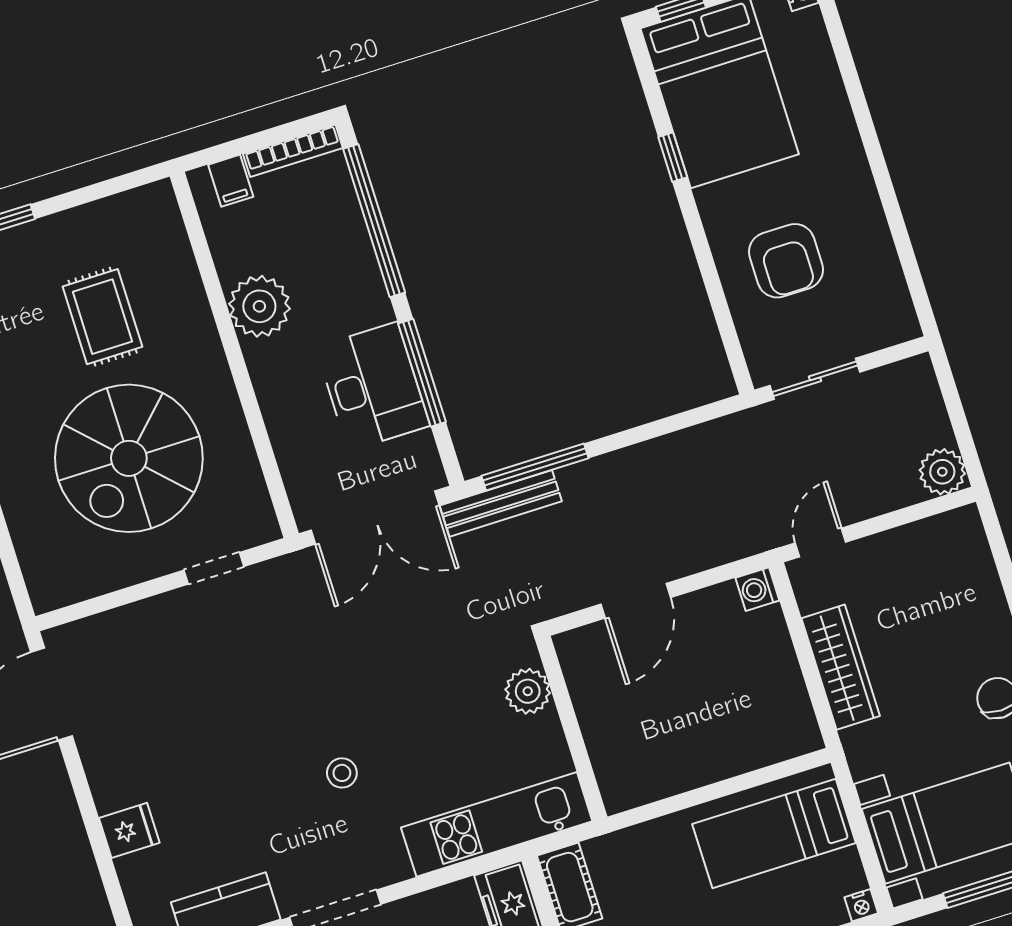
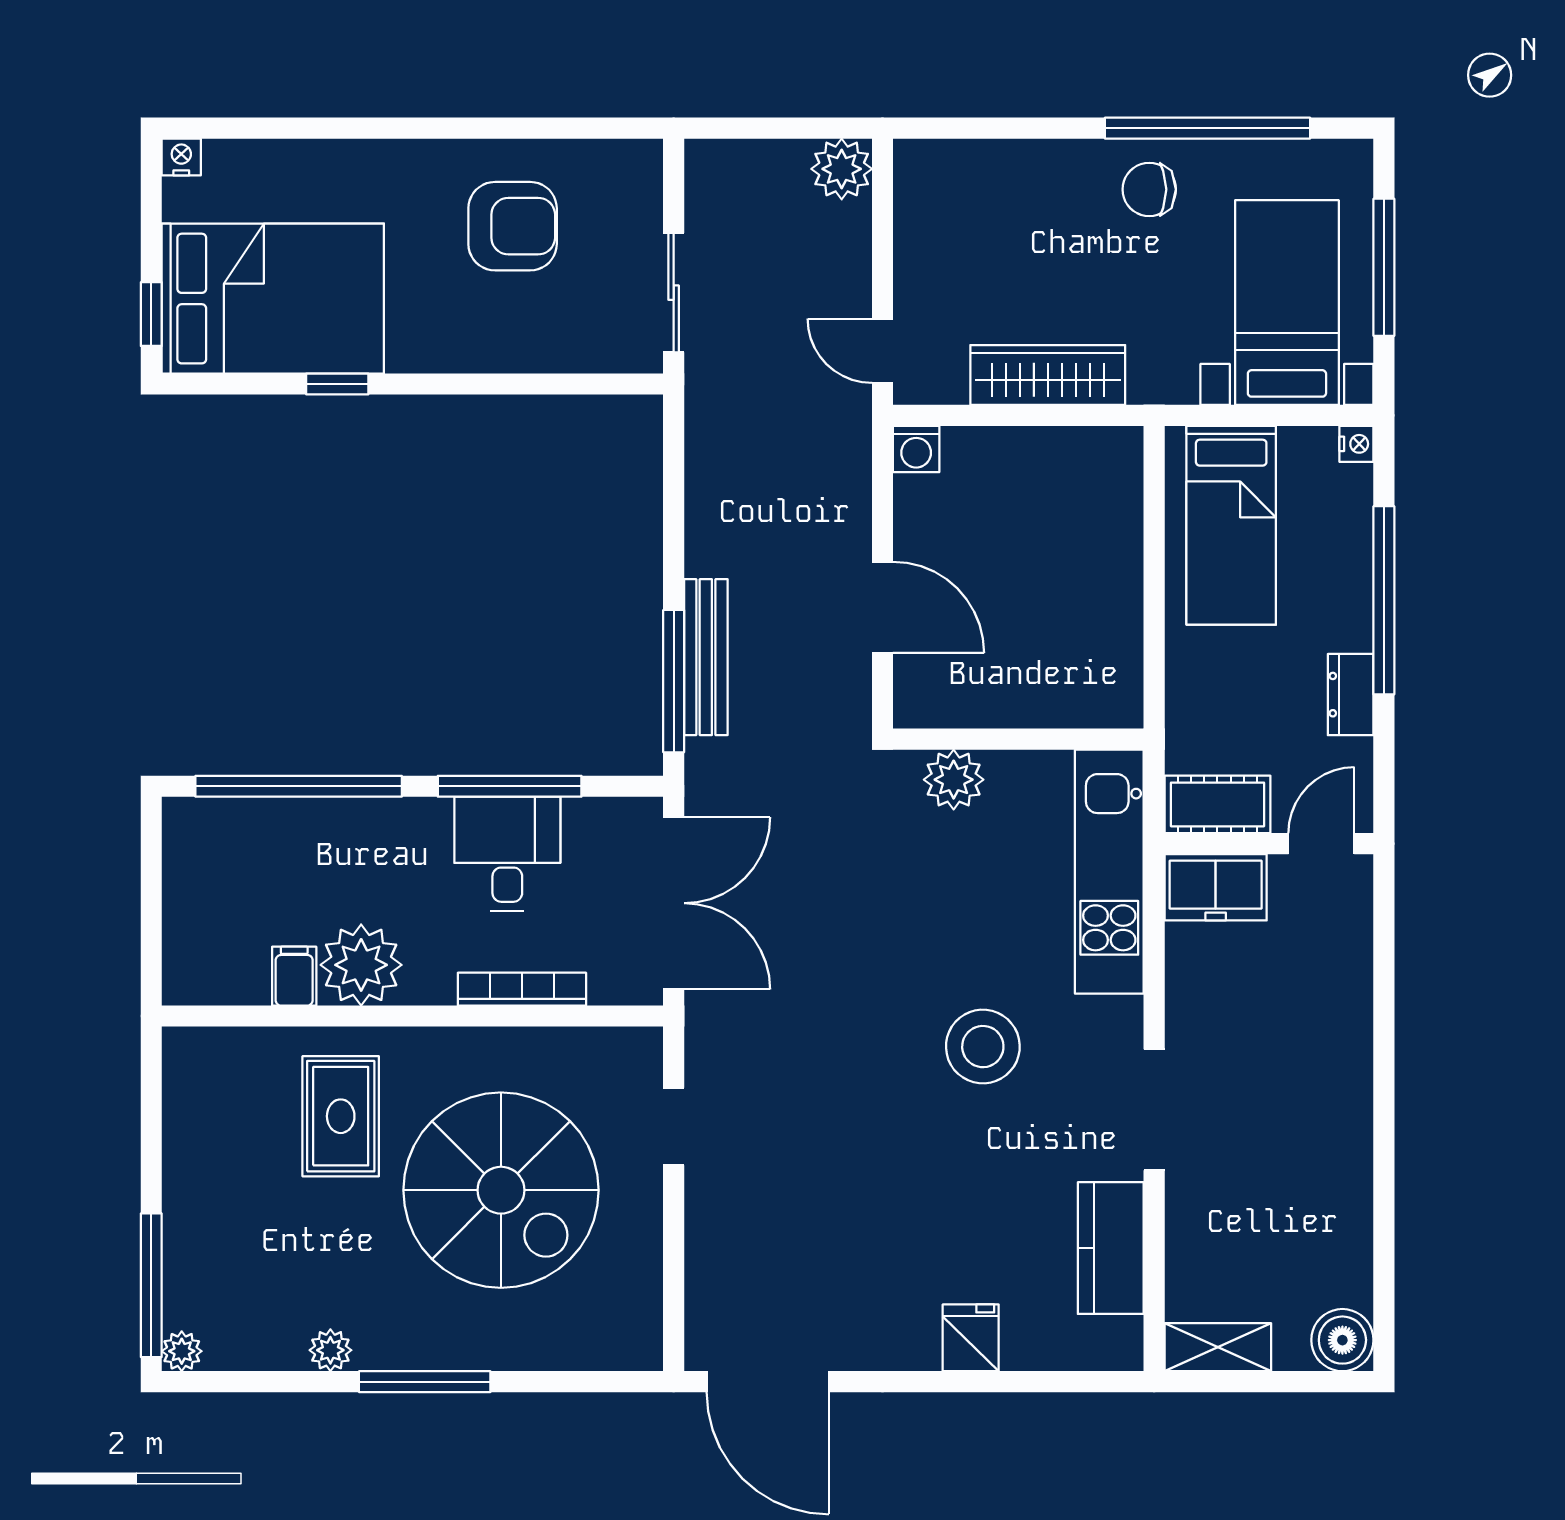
bookcase: (293, 151) -> (522, 989), moved, turned -90
filing cabinet: (231, 181) -> (294, 976), moved, turned -90
armchair: (786, 261) -> (513, 226), moved
rug: (102, 317) -> (341, 1116), moved, turned 90
desk: (373, 386) -> (507, 854), width x0.73
bench: (501, 503) -> (706, 657), moved
stool: (342, 773) -> (983, 1047), width x1.89, depth x1.89

